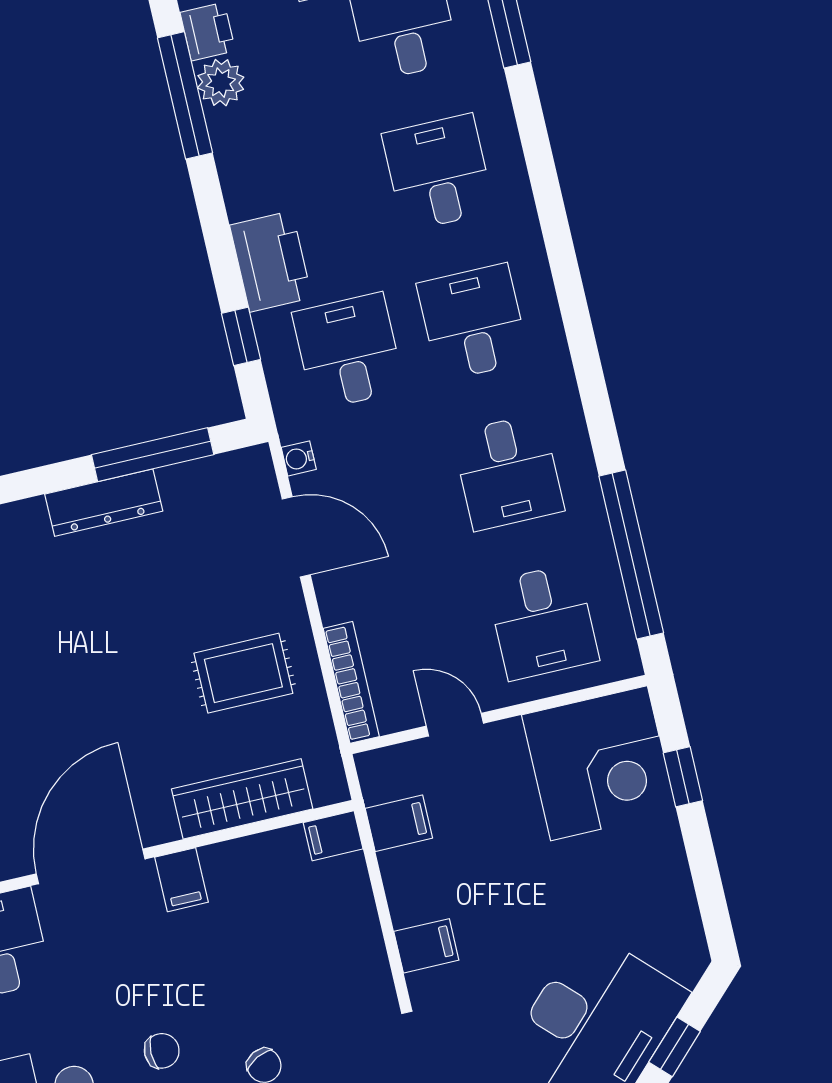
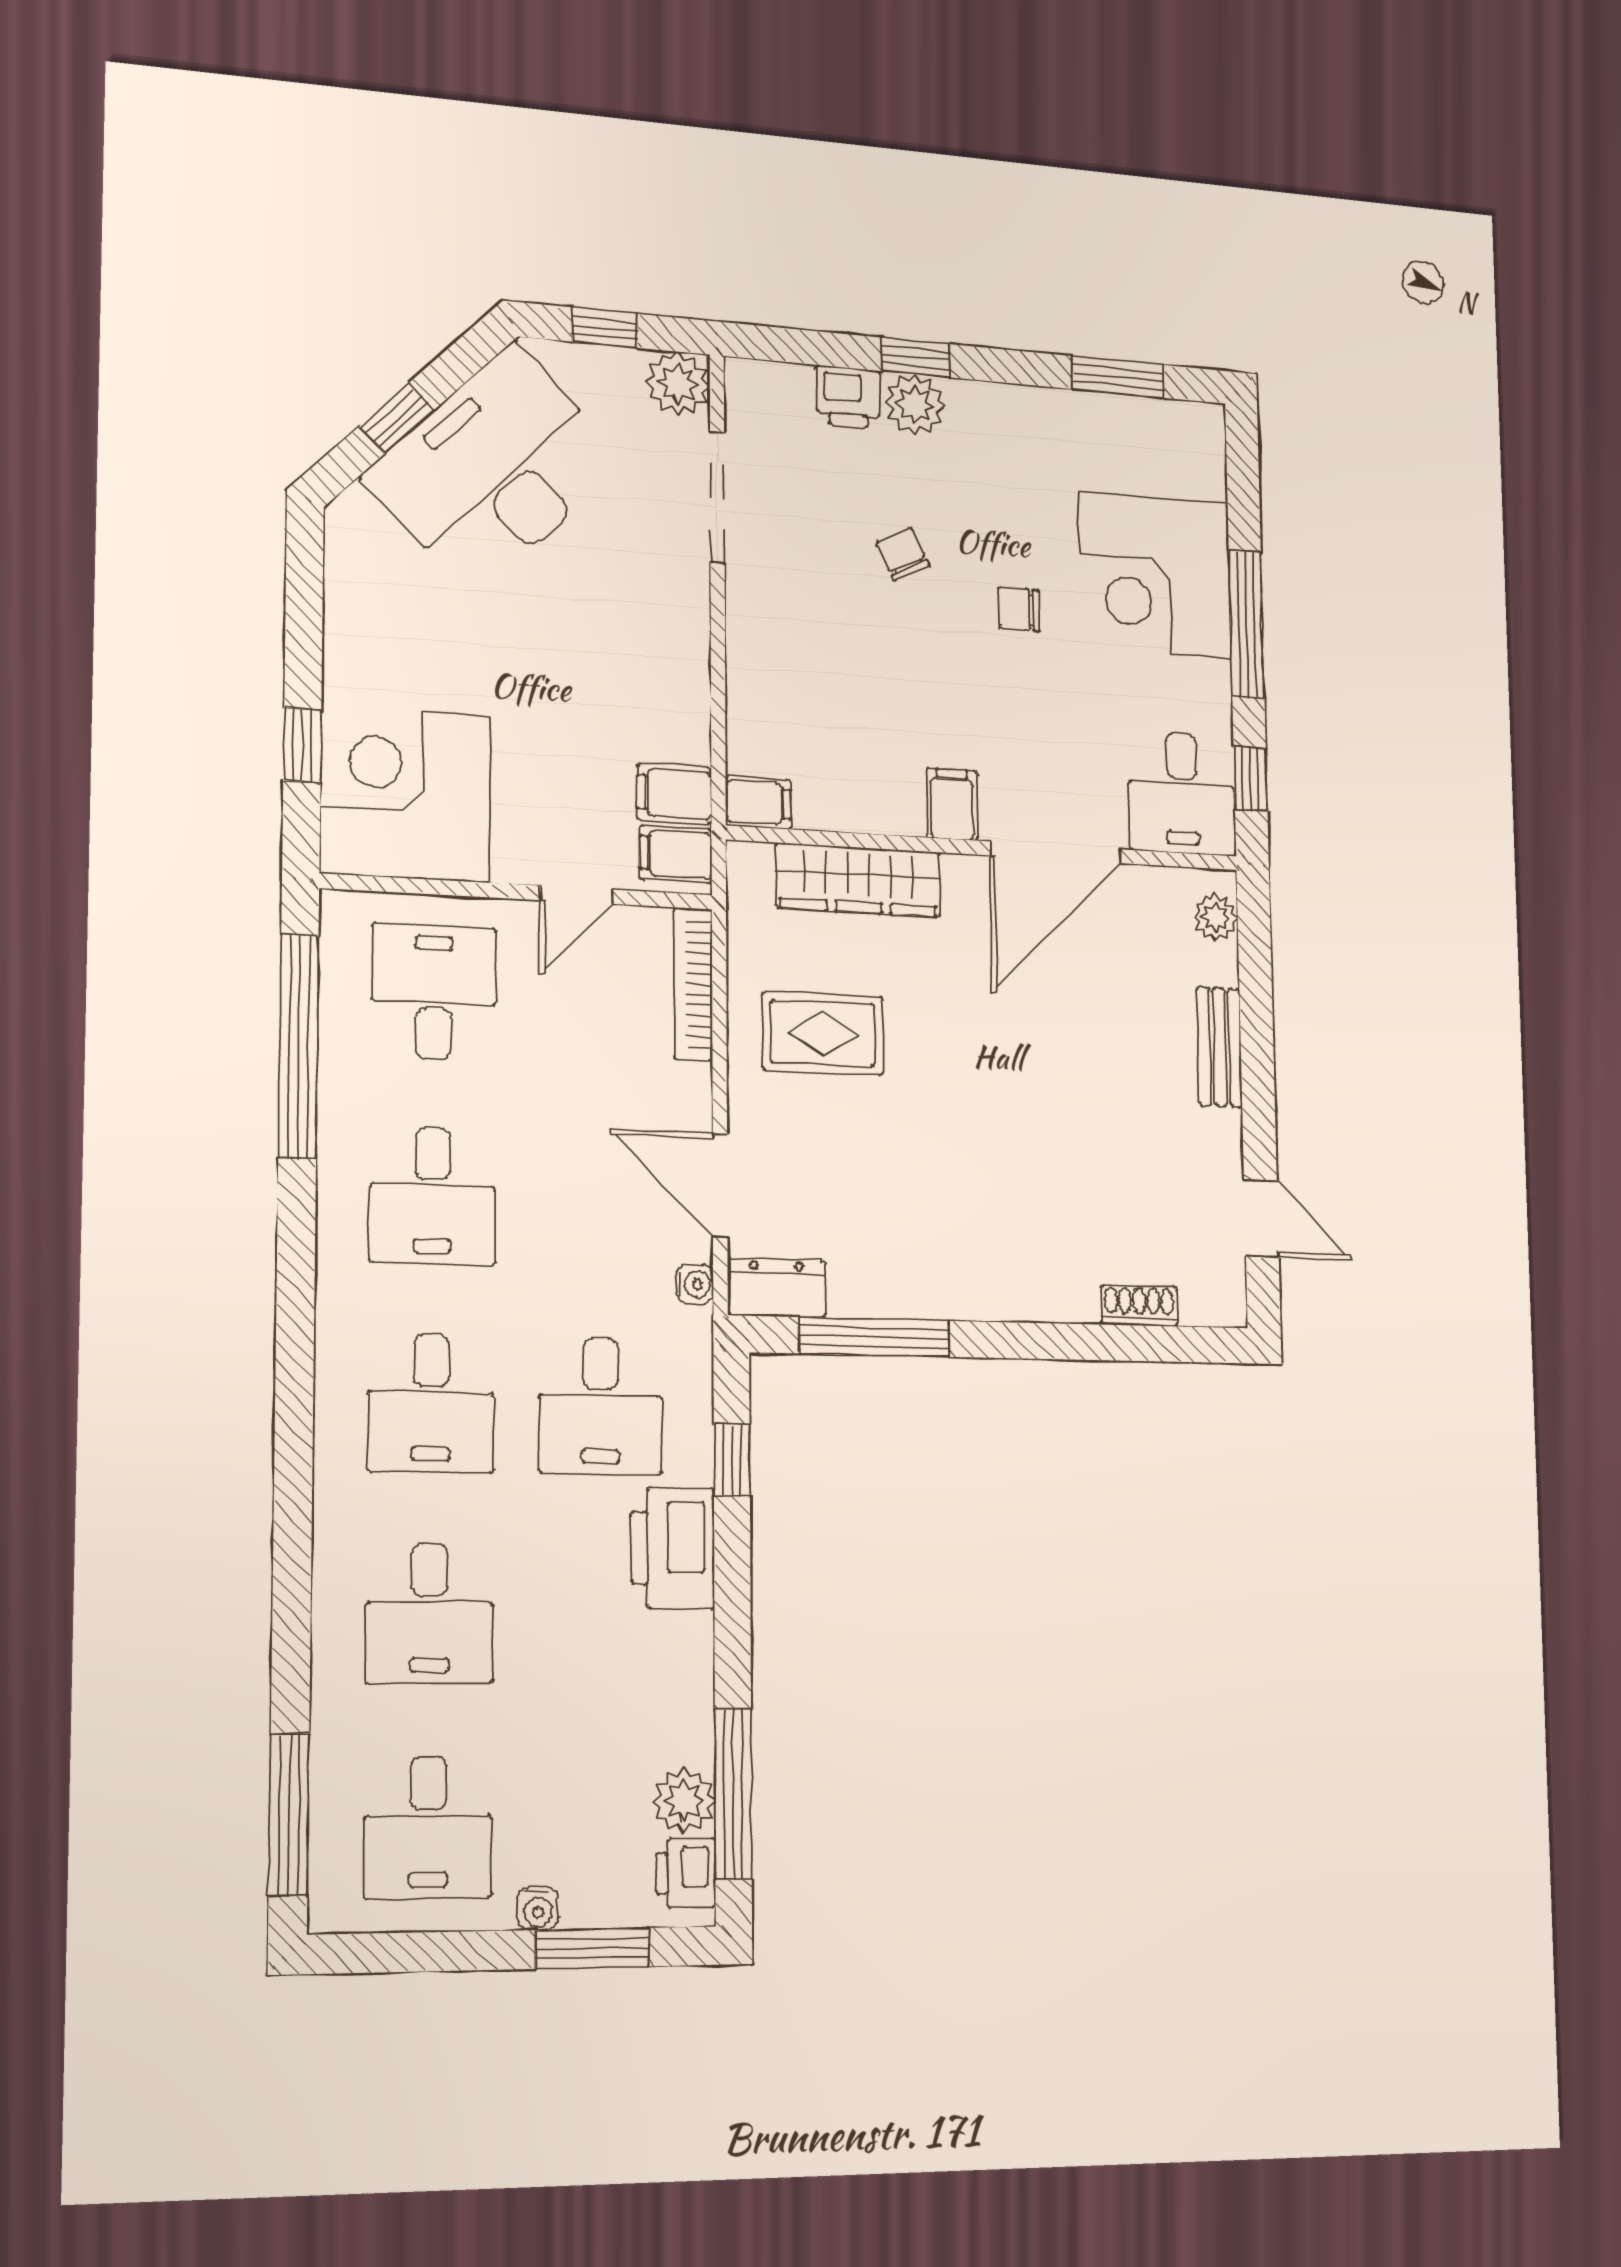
desk: (508, 472) -> (433, 1196), turned 180
dresser: (104, 503) -> (777, 1288), moved, width x0.70
door: (455, 725) -> (576, 895), hinge flipped
filing cabinet: (426, 946) -> (676, 854), moved

